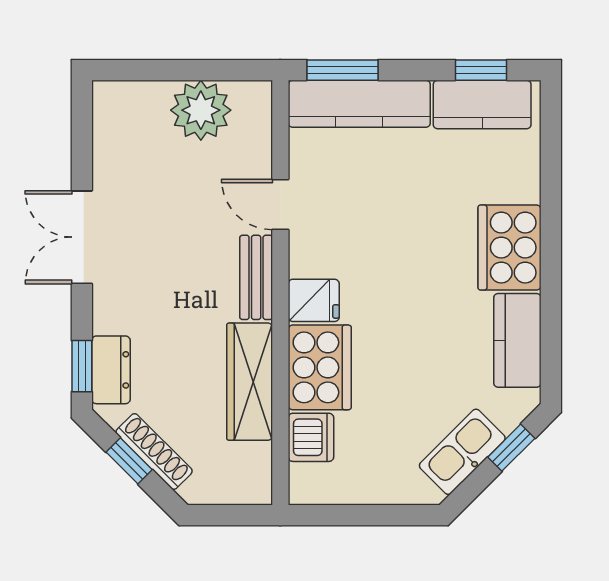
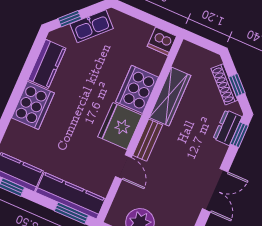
fridge: (314, 300) -> (120, 126), width x1.88, depth x1.34
dishwasher: (311, 437) -> (162, 41), moved, turned -90

